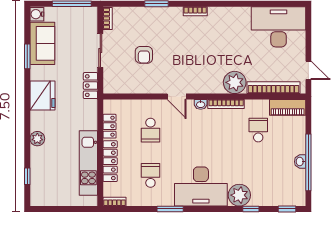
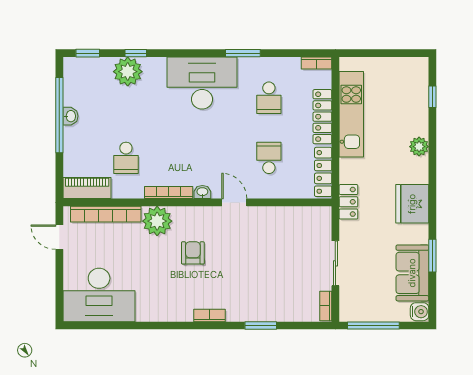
armchair: (144, 55) -> (193, 253), moved
locker: (90, 86) -> (348, 202), moved
locker: (110, 126) -> (323, 172), width x1.53
plant: (239, 195) -> (128, 72), moved

